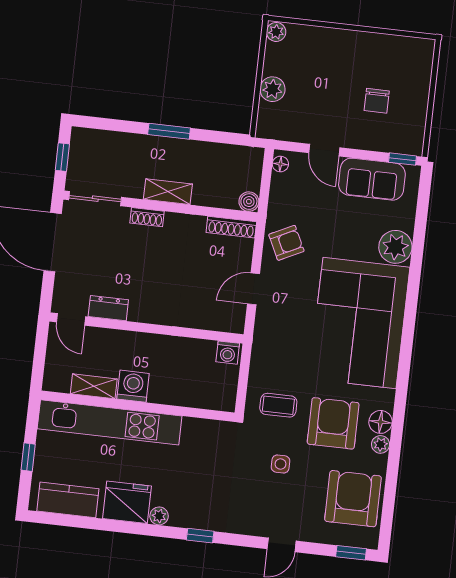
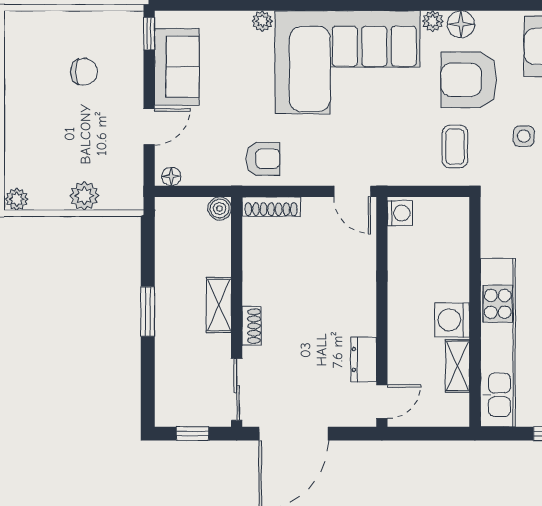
shoe rack: (231, 227) -> (271, 207), moved, turned 90
armchair: (286, 243) -> (263, 159), turned 116
plant: (395, 247) -> (262, 21), width x0.53, depth x0.53
door: (254, 289) -> (352, 191), moved
plant: (381, 444) -> (433, 21), moved

